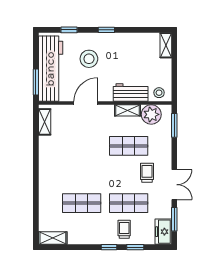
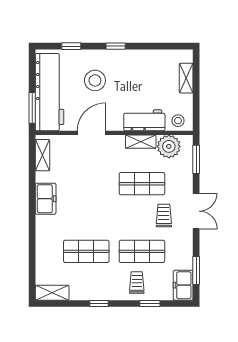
shelving: (166, 45) -> (186, 78), moved
freezer: (47, 159) -> (46, 199), added
double door: (174, 185) -> (196, 211), moved
window: (109, 247) -> (99, 303), moved

